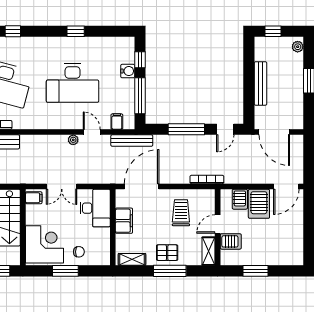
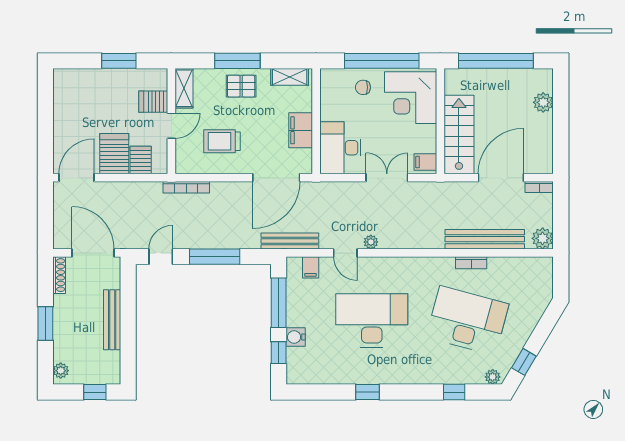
shoe rack: (299, 116) -> (59, 275), added
trolley: (181, 213) -> (222, 141), turned 90
window: (65, 271) -> (382, 61), width x2.11

